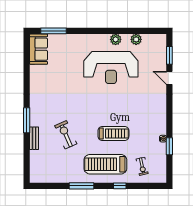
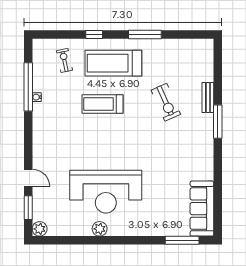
plant: (136, 39) -> (40, 229), moved
sofa: (39, 49) -> (202, 209), width x1.36
reception desk: (111, 67) -> (106, 192), turned 180
window: (169, 146) -> (28, 87), width x2.11
treadmill: (105, 164) -> (113, 63), turned 180

